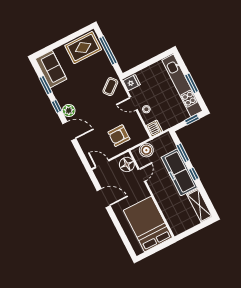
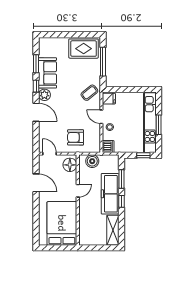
sofa: (51, 69) -> (48, 73), moved
door: (142, 175) -> (78, 191), moved

